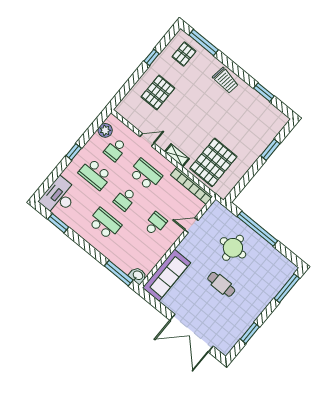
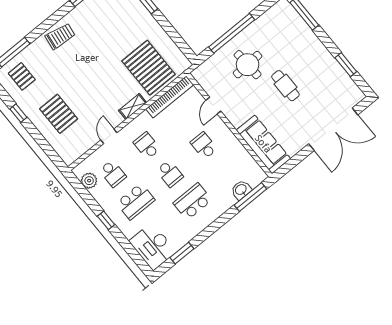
school desk: (145, 174) -> (147, 146), width x0.54
washbasin: (138, 276) -> (241, 190), moved
cafe table: (221, 284) -> (285, 86), turned 90

